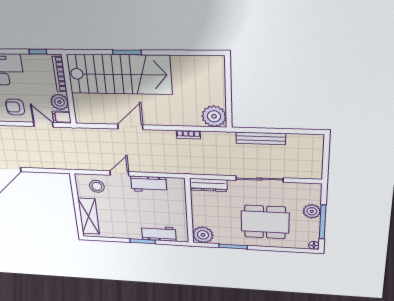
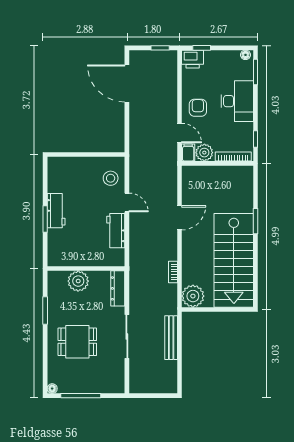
stairs: (119, 74) -> (234, 260), moved
door: (43, 125) -> (179, 133), hinge flipped
door: (130, 127) -> (179, 218), hinge flipped
plant: (312, 211) -> (93, 385), removed
shelving: (89, 216) -> (73, 166), removed
dining table: (265, 222) -> (77, 342), width x0.73
workbench: (159, 234) -> (56, 211), moved
plant: (203, 235) -> (78, 281), moved

